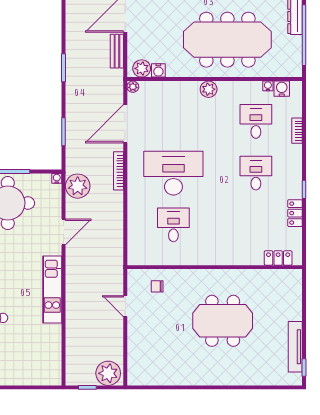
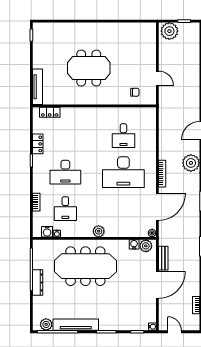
desk: (256, 173) -> (65, 172), width x1.37
tv unit: (295, 347) -> (38, 87), moved

